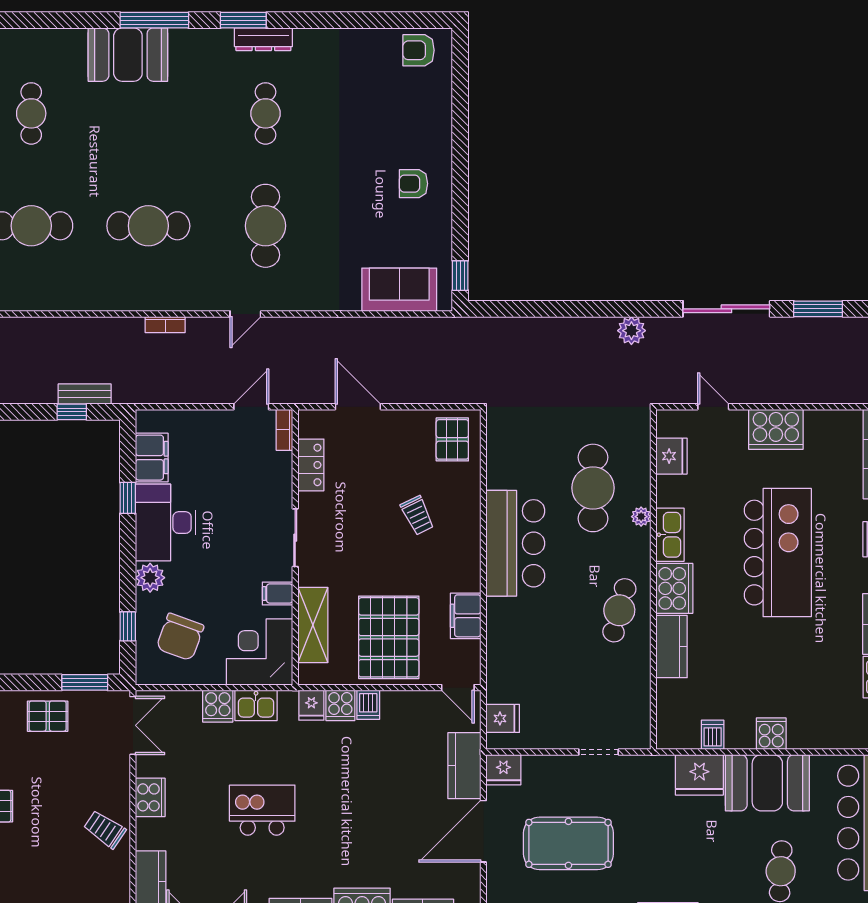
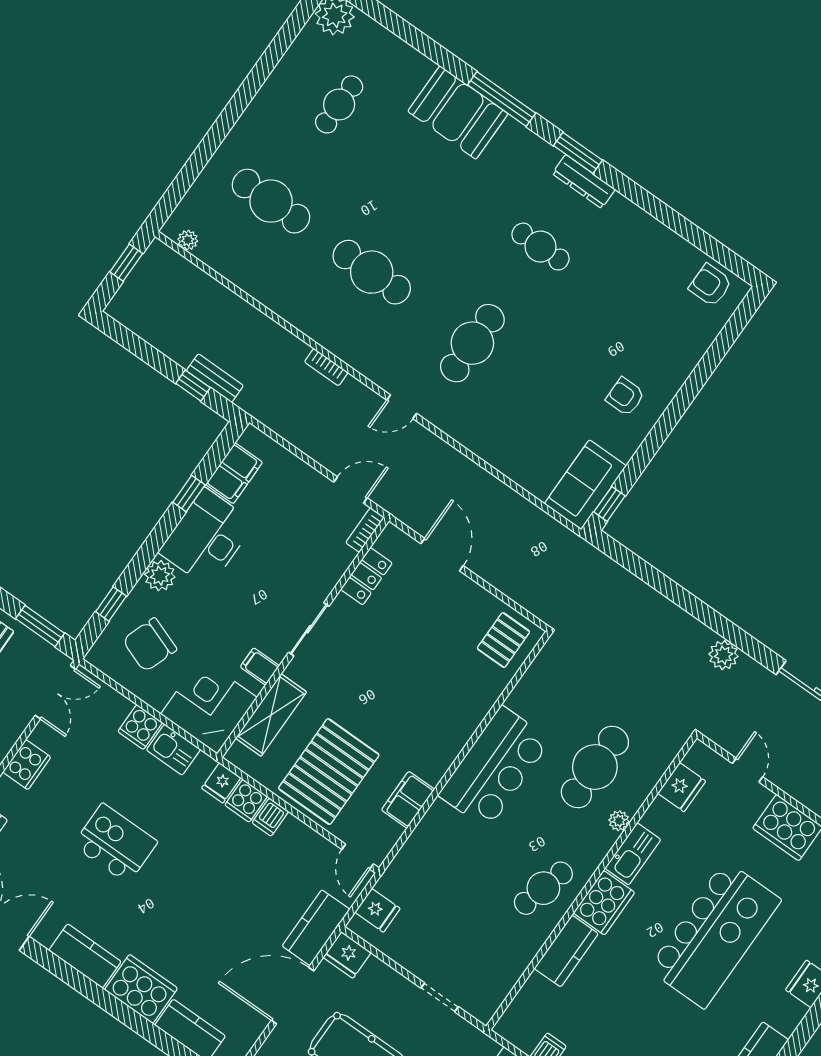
cafe table: (265, 113) -> (540, 247), turned 90
sofa: (399, 290) -> (585, 485), moved, turned -90
trolley: (417, 515) -> (427, 684), removed

